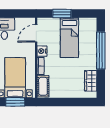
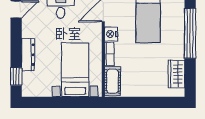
window: (15, 102) -> (75, 102), removed

